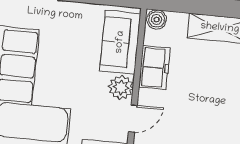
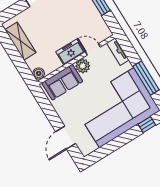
freezer: (154, 68) -> (70, 52), moved

